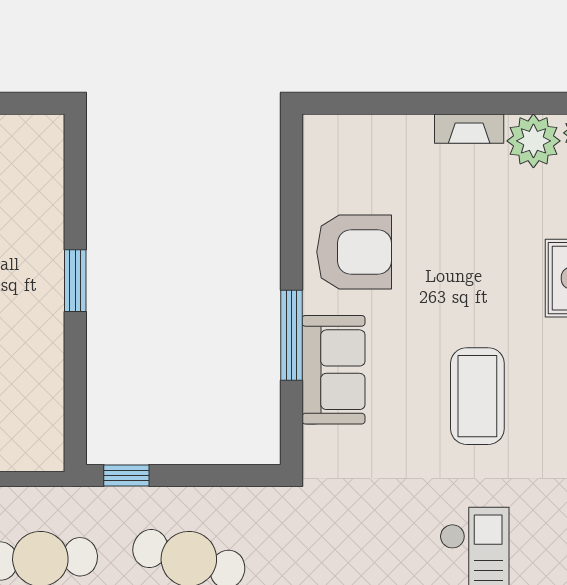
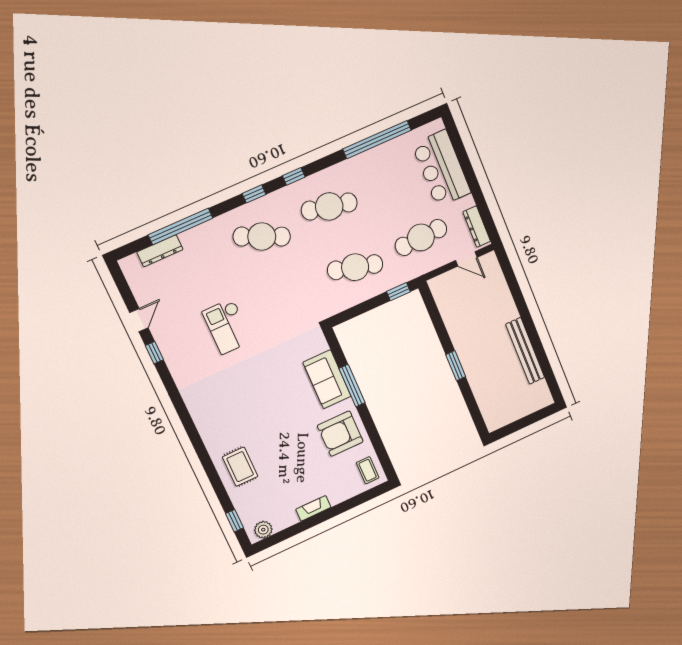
plant: (533, 141) -> (283, 516), removed
coffee table: (477, 396) -> (368, 470), moved, width x0.54, depth x0.58

